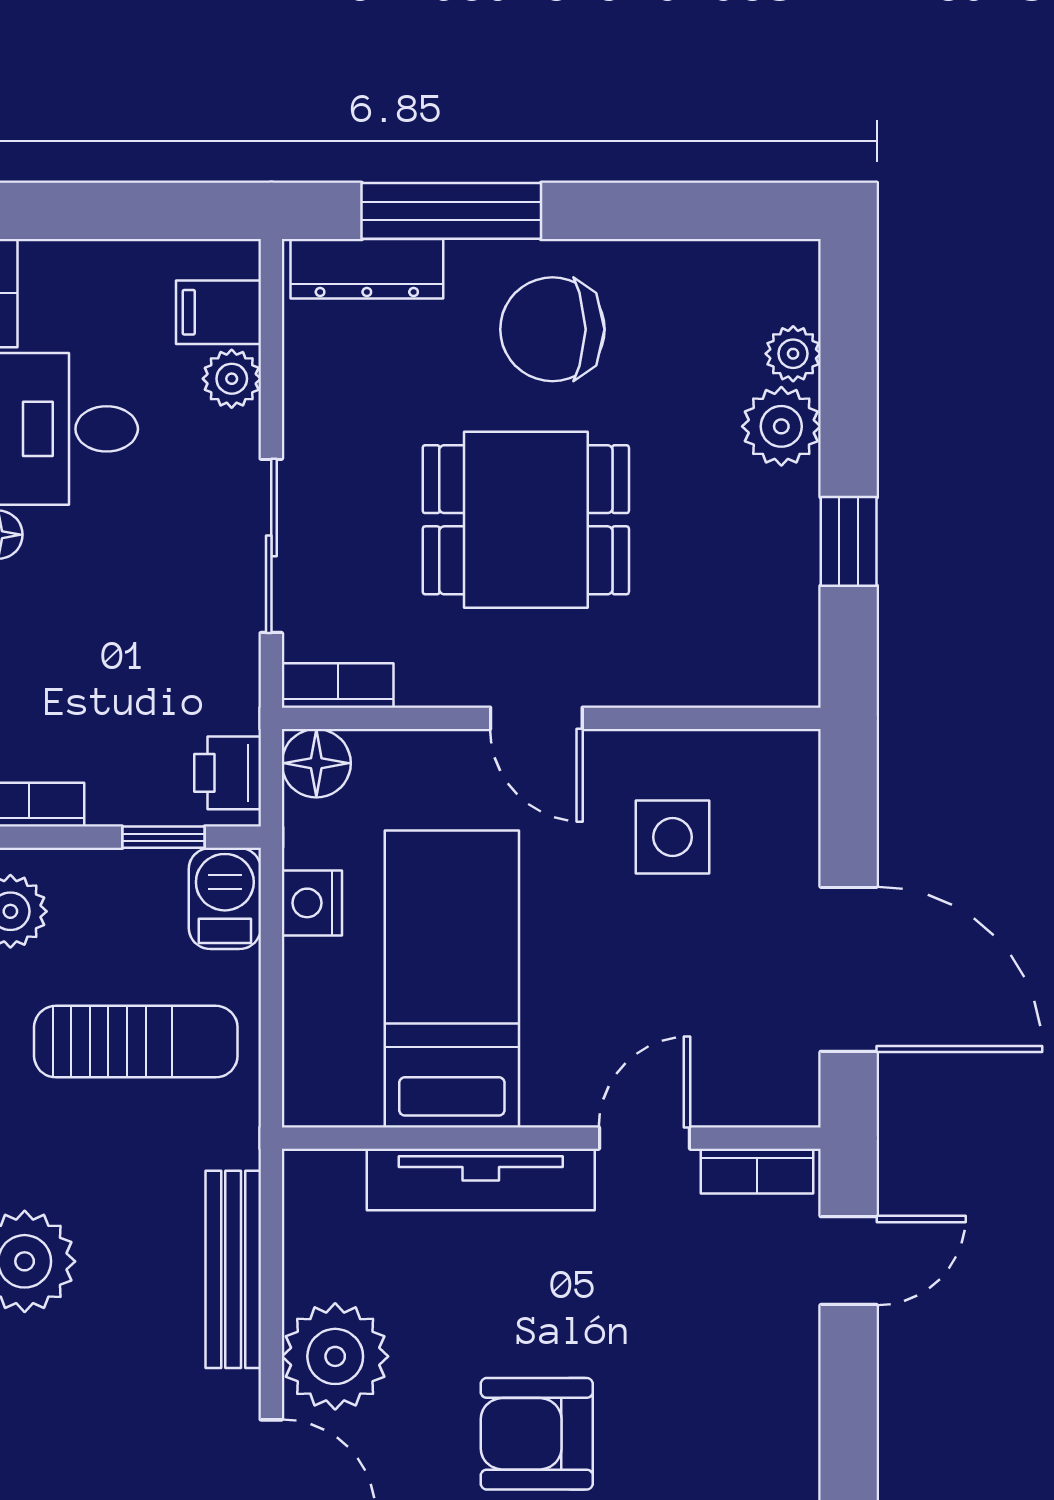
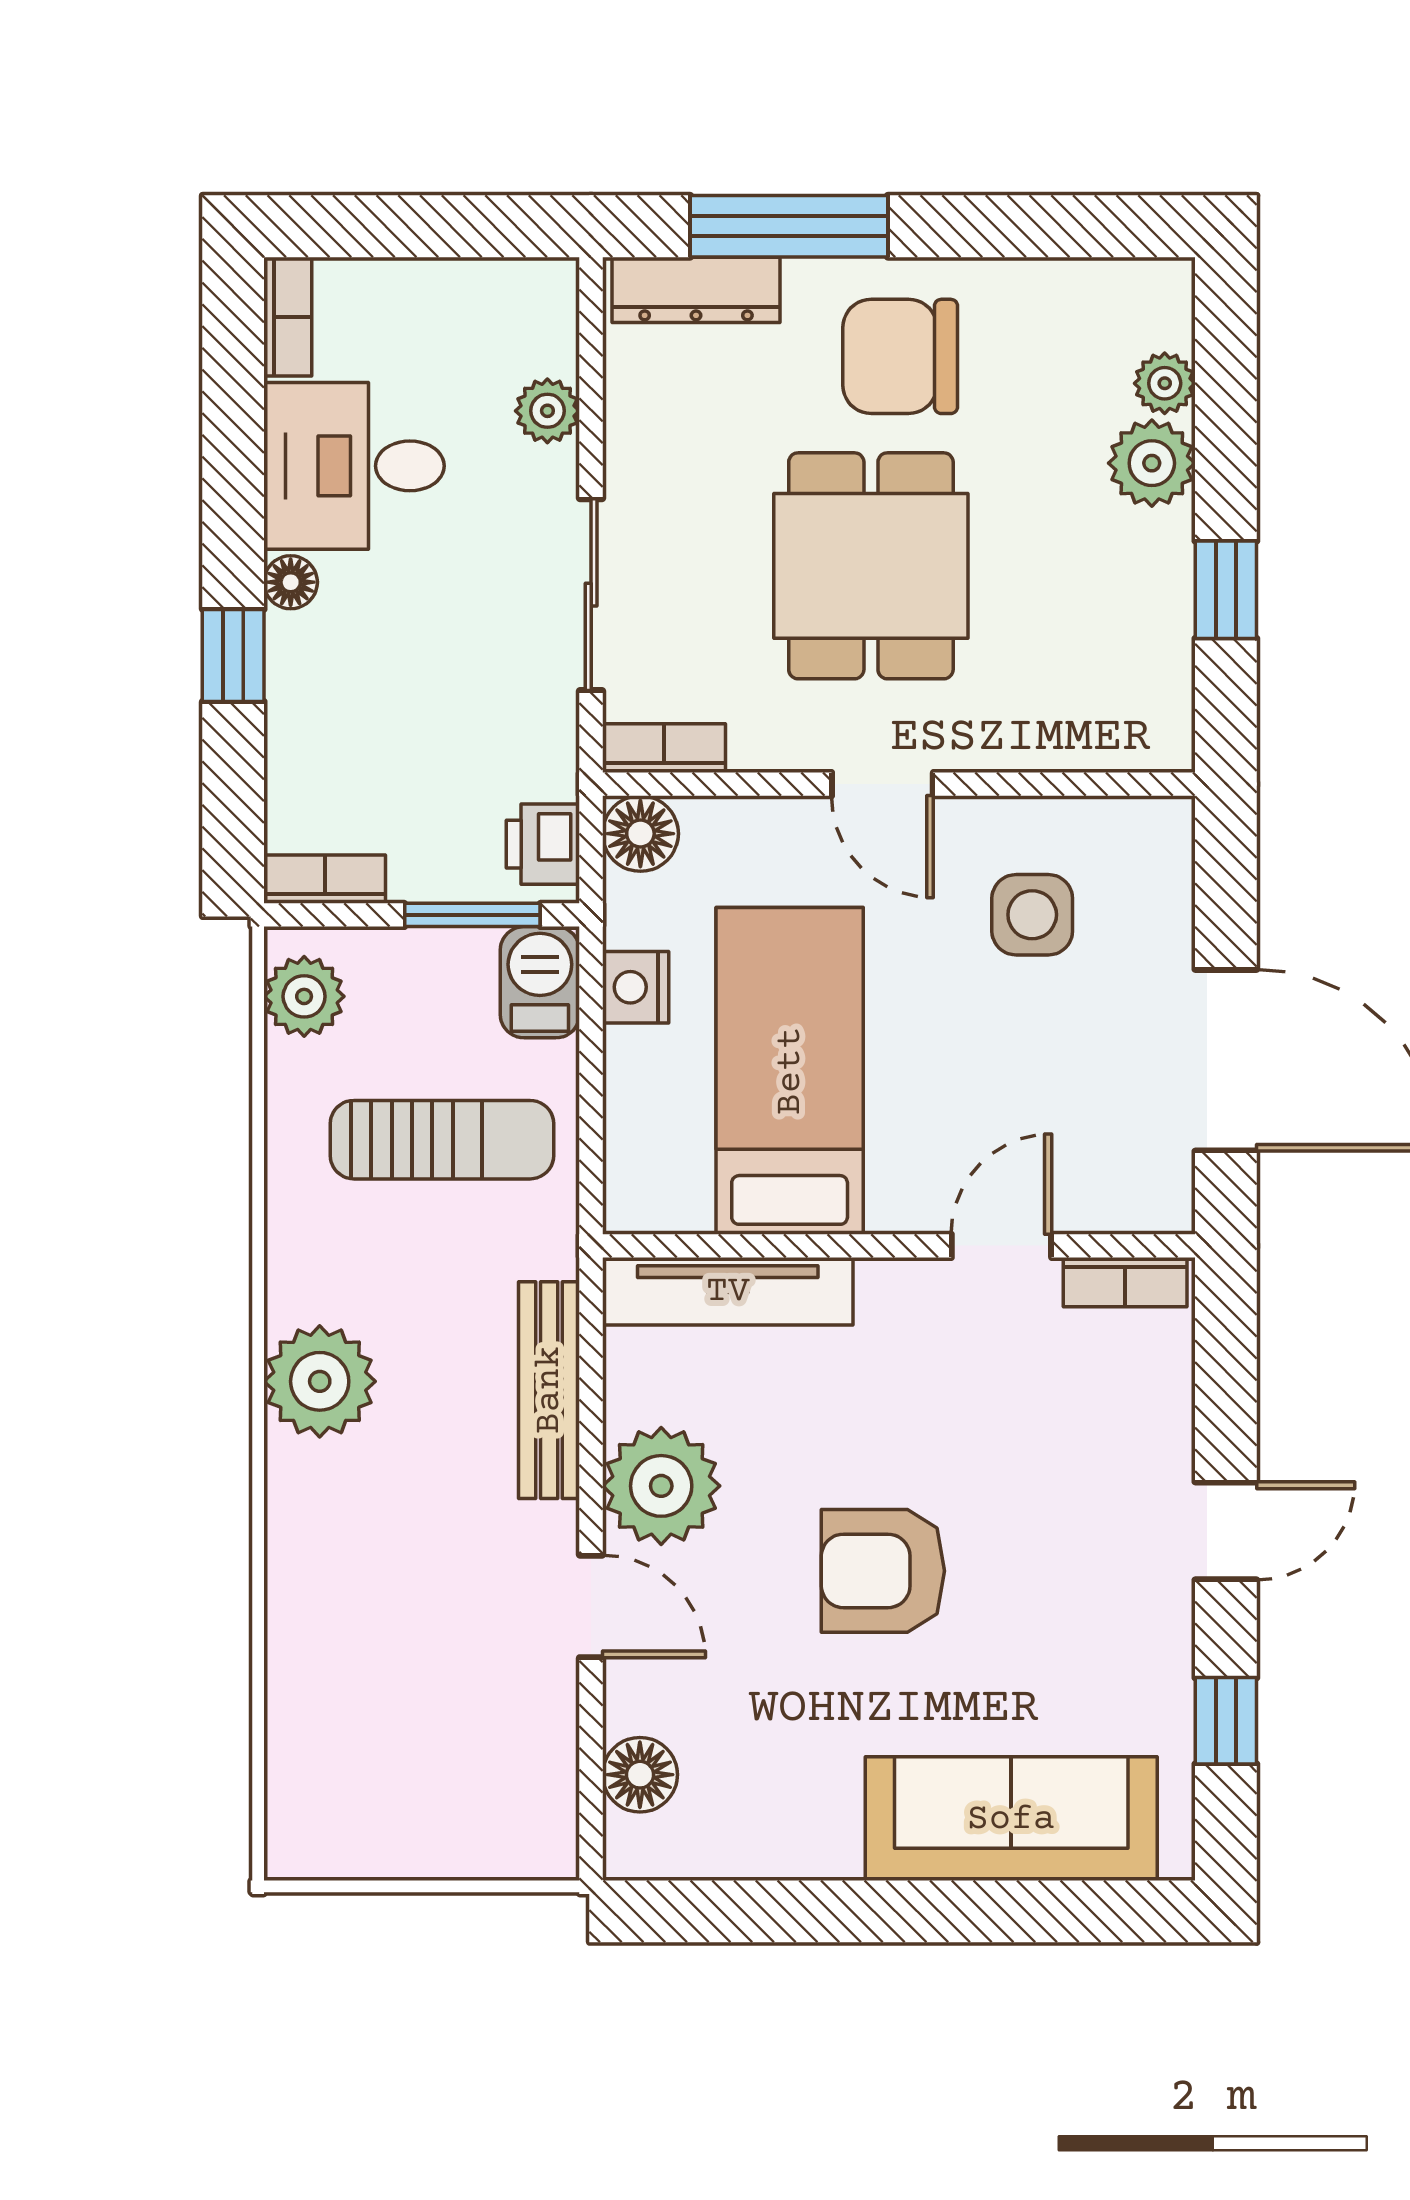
filing cabinet: (218, 312) -> (533, 338), removed
dining table: (526, 520) -> (871, 566), turned 90
window: (163, 837) -> (472, 915), width x1.50
tv unit: (481, 1179) -> (728, 1291), moved
door: (849, 1261) -> (1226, 1531), moved

